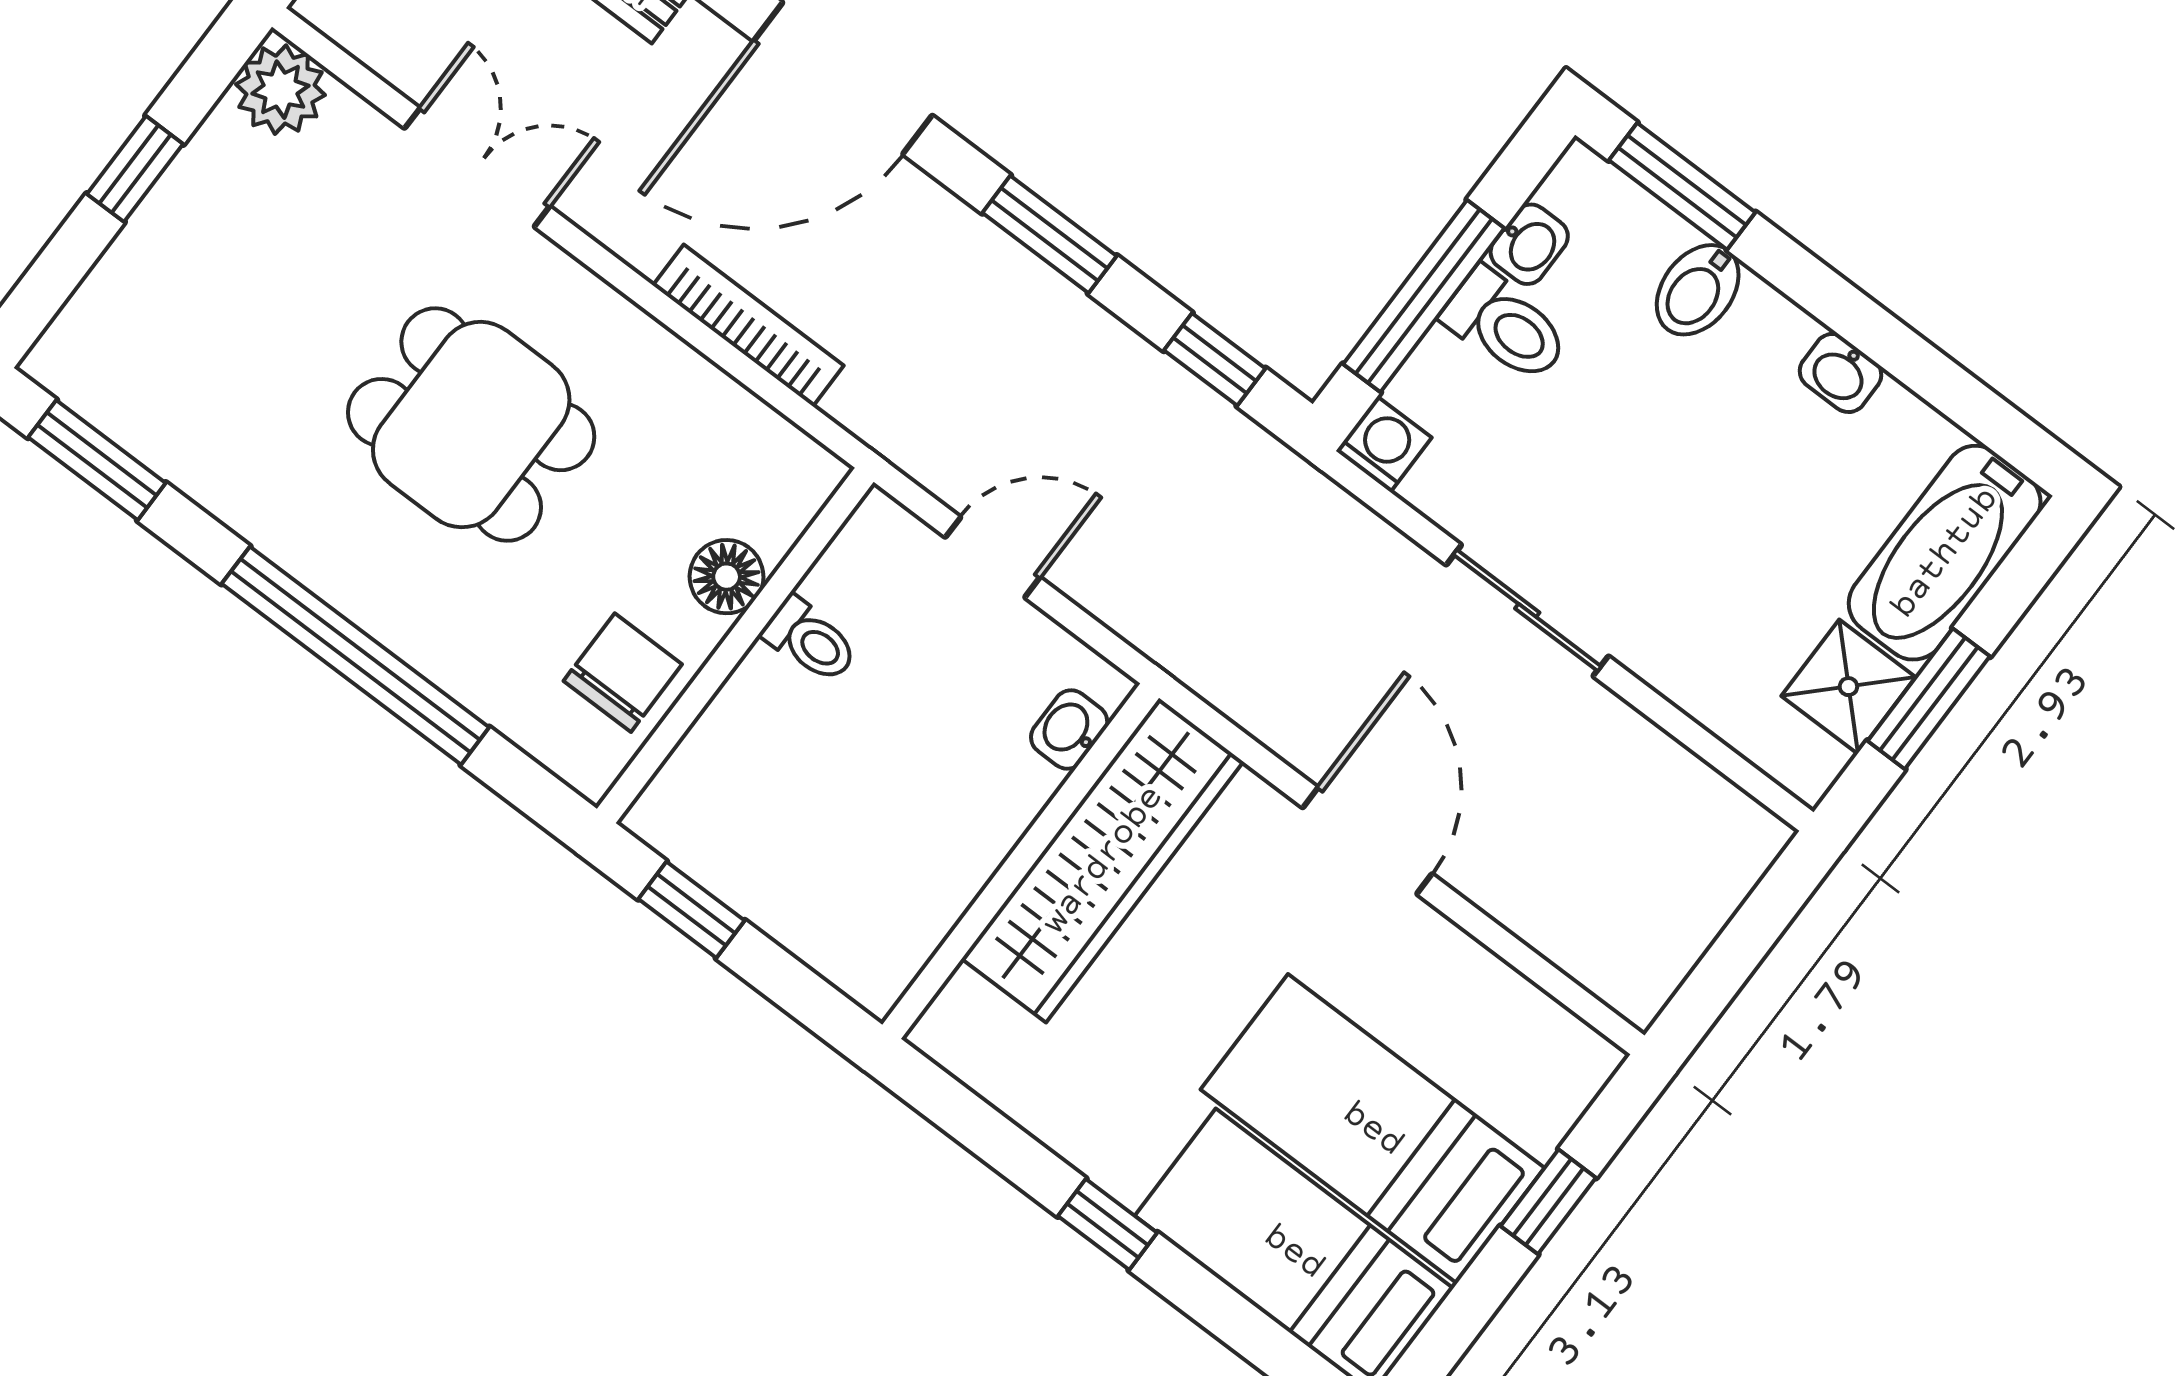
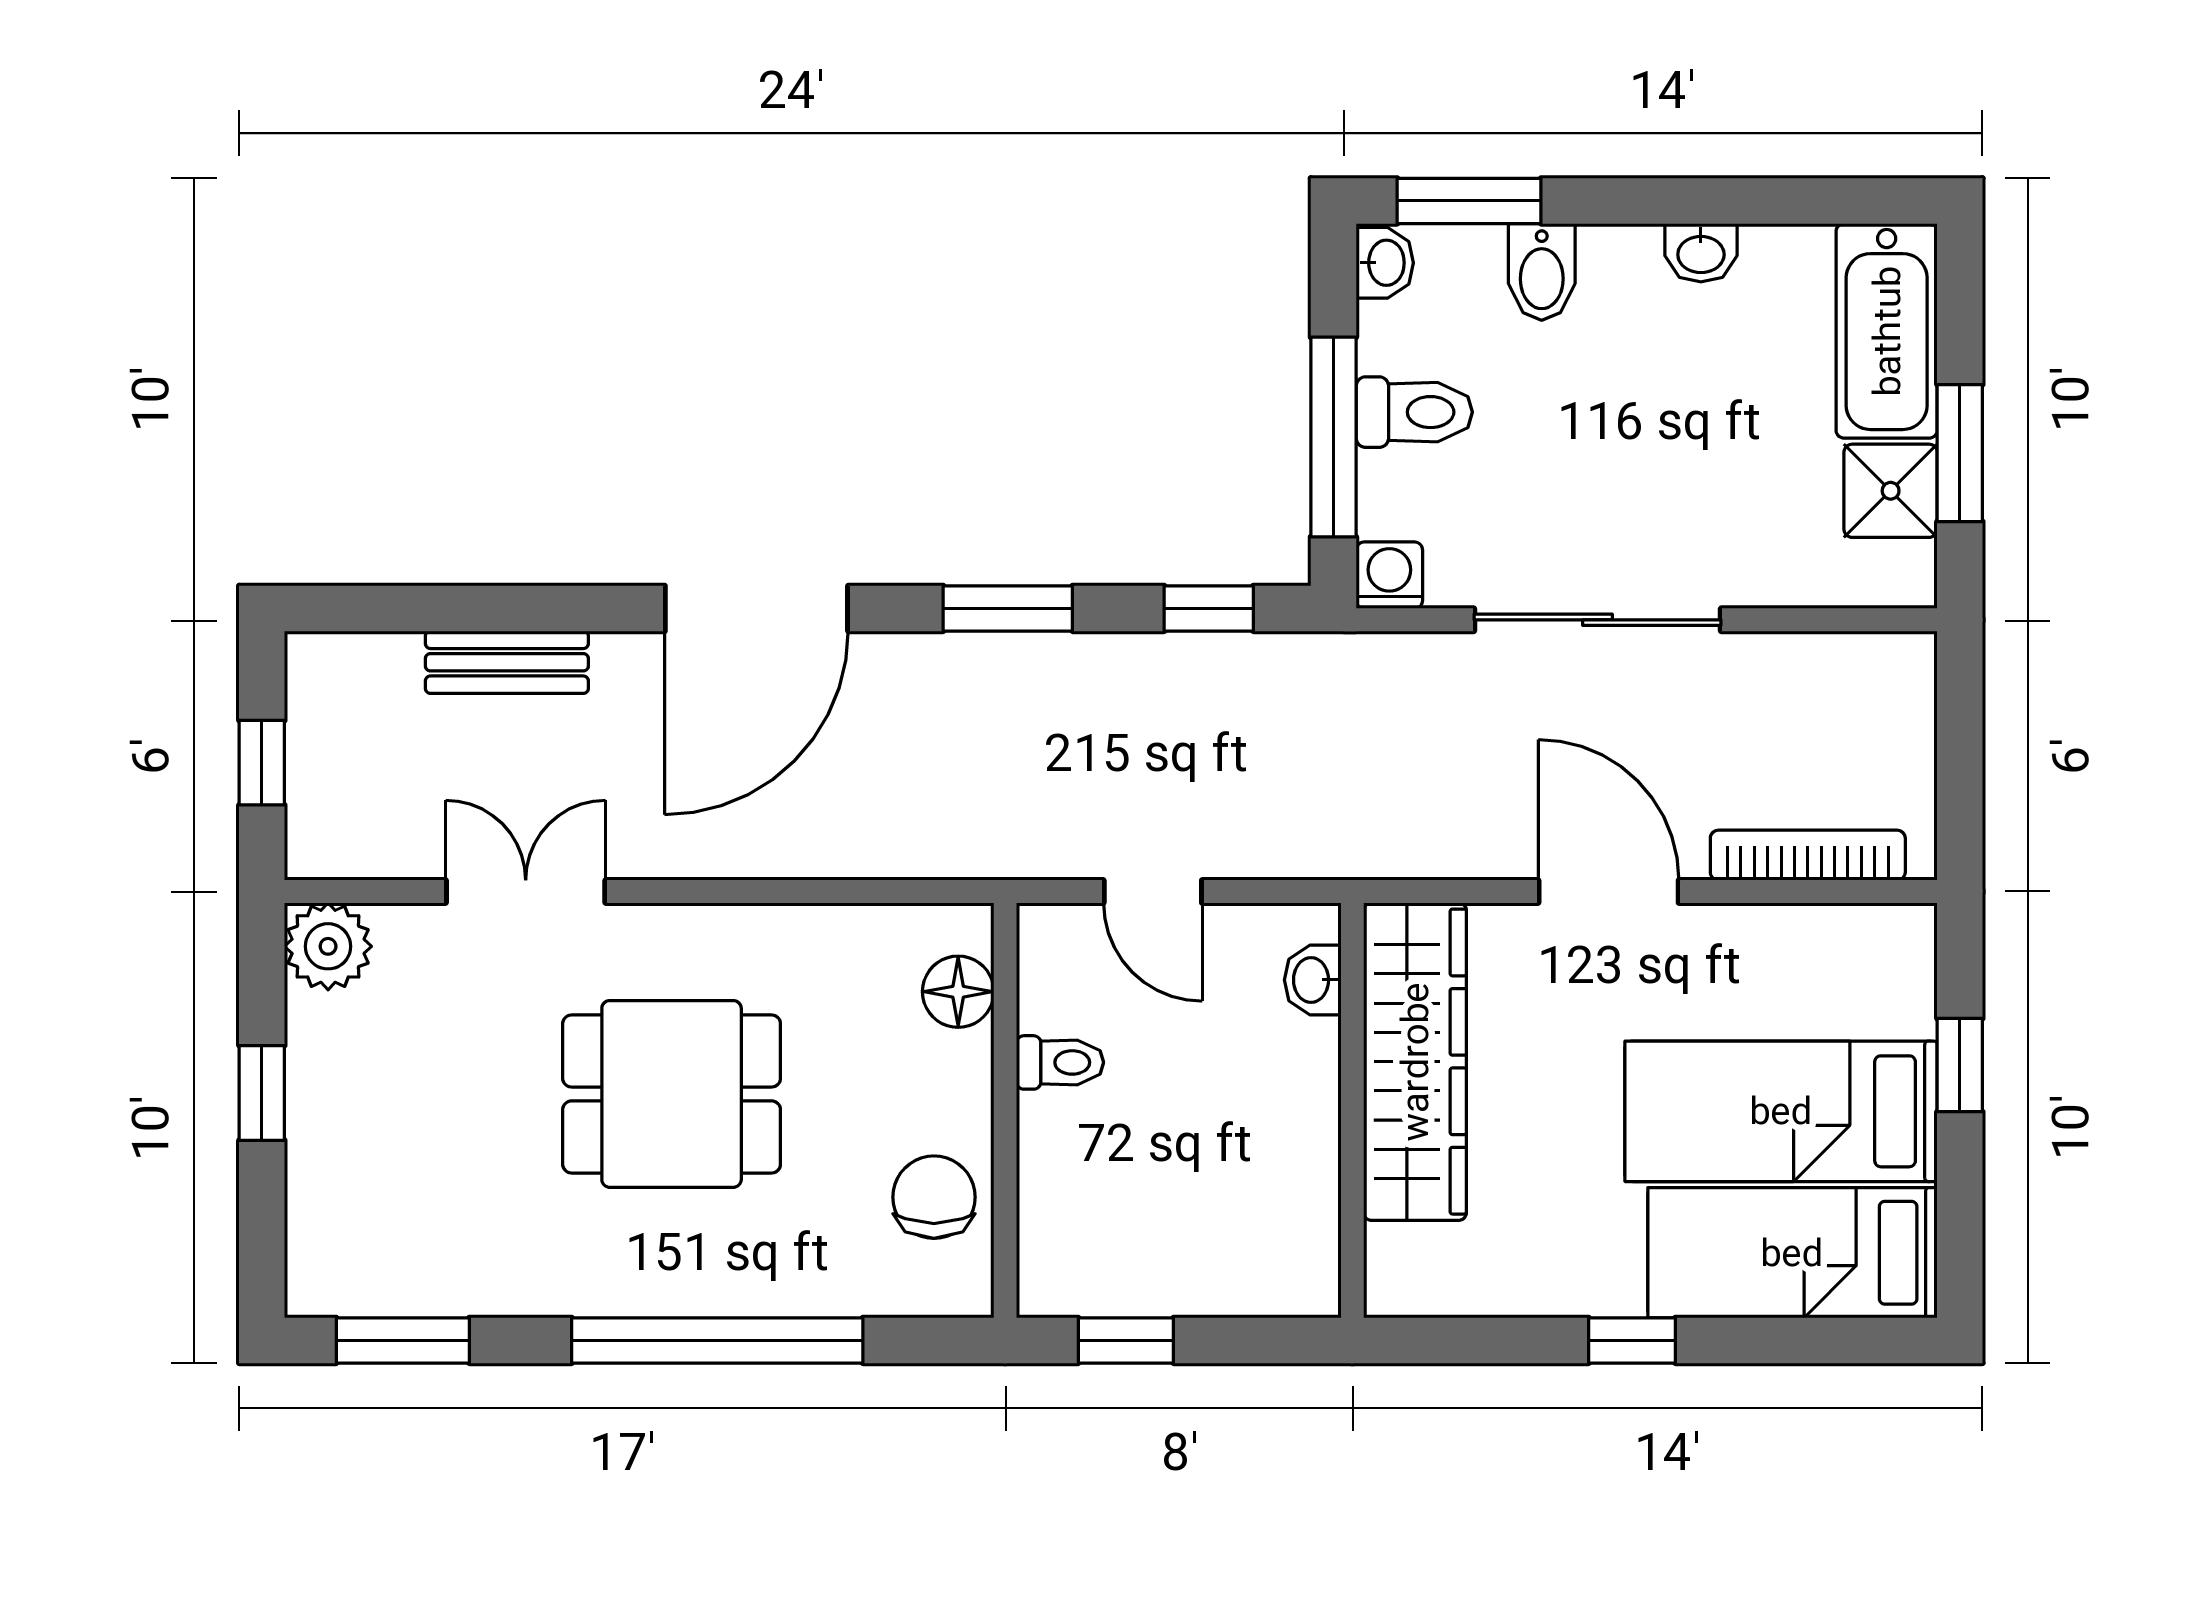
washbasin: (1529, 244) -> (1385, 263), moved
bookcase: (748, 325) -> (1808, 855), moved
door: (993, 557) -> (1153, 891), swing flipped
floor lamp: (727, 577) -> (958, 992), moved
sliding door: (1527, 610) -> (1598, 620), width x1.37

